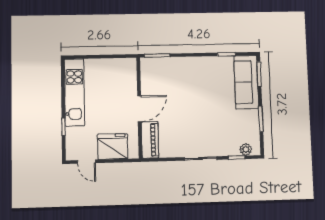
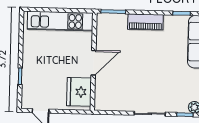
kitchen unit: (75, 92) -> (60, 21), moved, turned 90
piano: (150, 140) -> (145, 22), moved, turned 90
fridge: (113, 147) -> (79, 92), moved, turned -90

